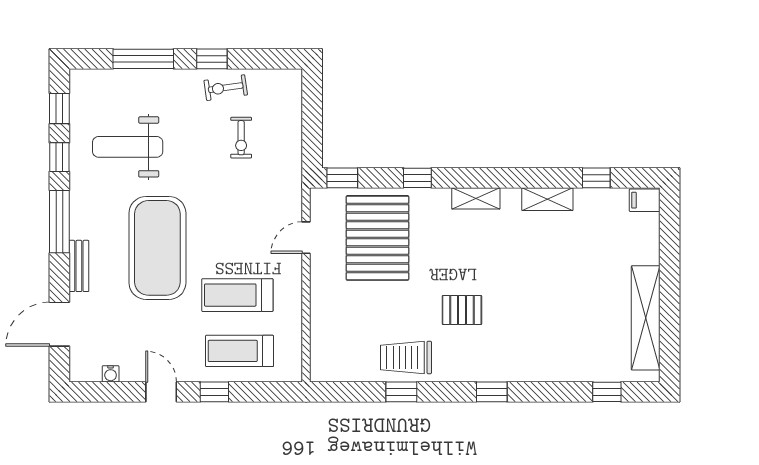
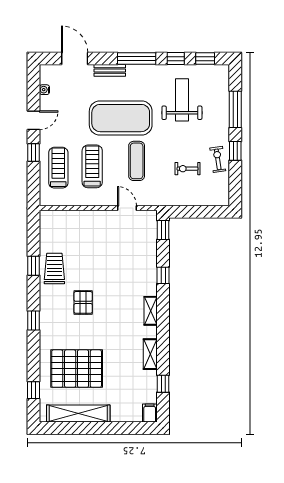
exercise mat: (228, 222) -> (137, 161), added
pallet: (377, 238) -> (77, 369), moved

